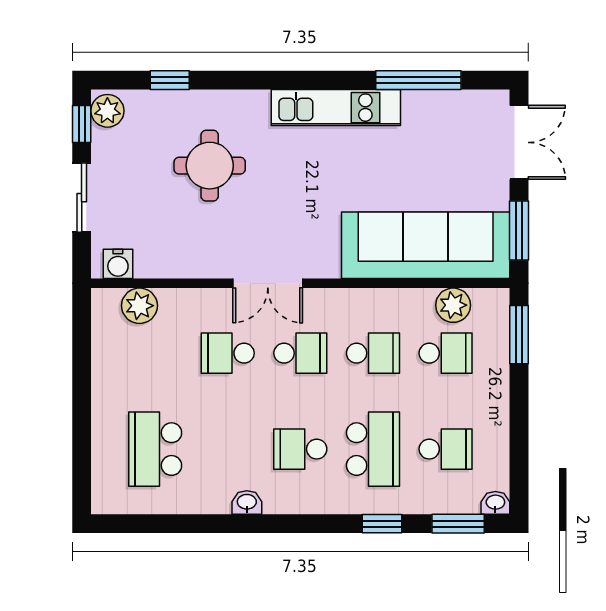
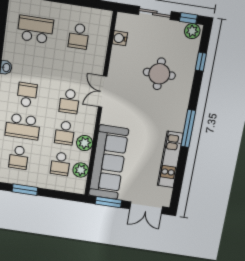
window: (418, 80) -> (188, 129), moved
kitchen unit: (336, 108) -> (170, 159), moved
water cooler: (118, 264) -> (120, 38), moved
plant: (139, 306) -> (85, 143), moved
window: (519, 335) -> (25, 190), moved
school desk: (228, 353) -> (79, 36), moved, turned 180

